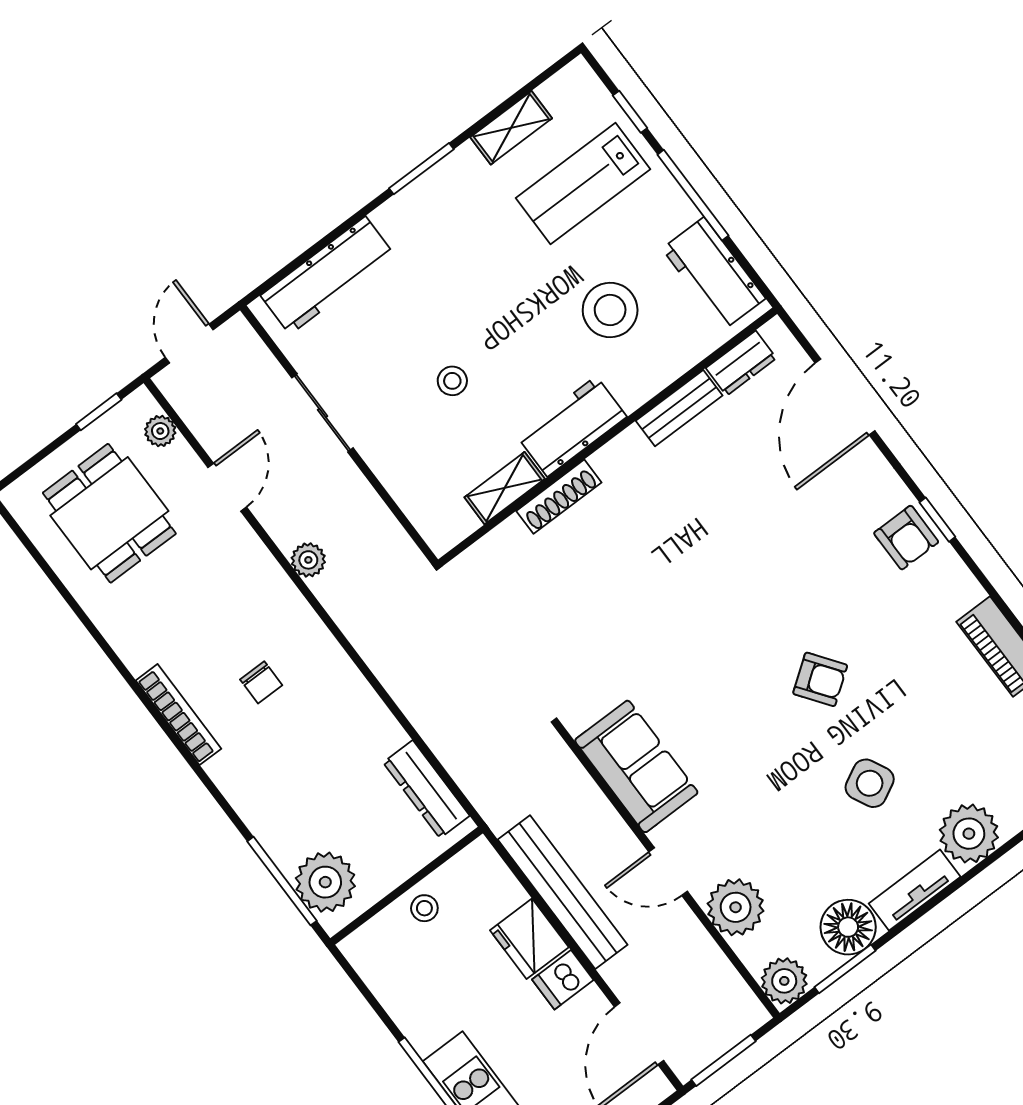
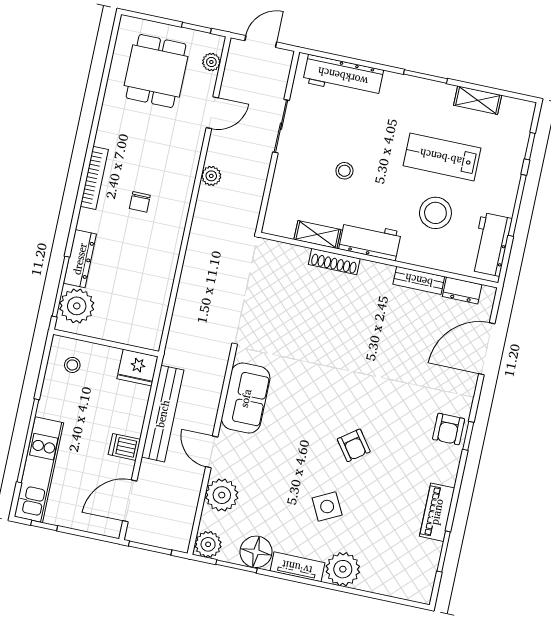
lab bench: (583, 184) -> (442, 157), moved
dresser: (426, 789) -> (80, 259), moved, turned 180
stool: (424, 908) -> (72, 365), moved
fridge: (529, 939) -> (137, 368), moved, turned -90

